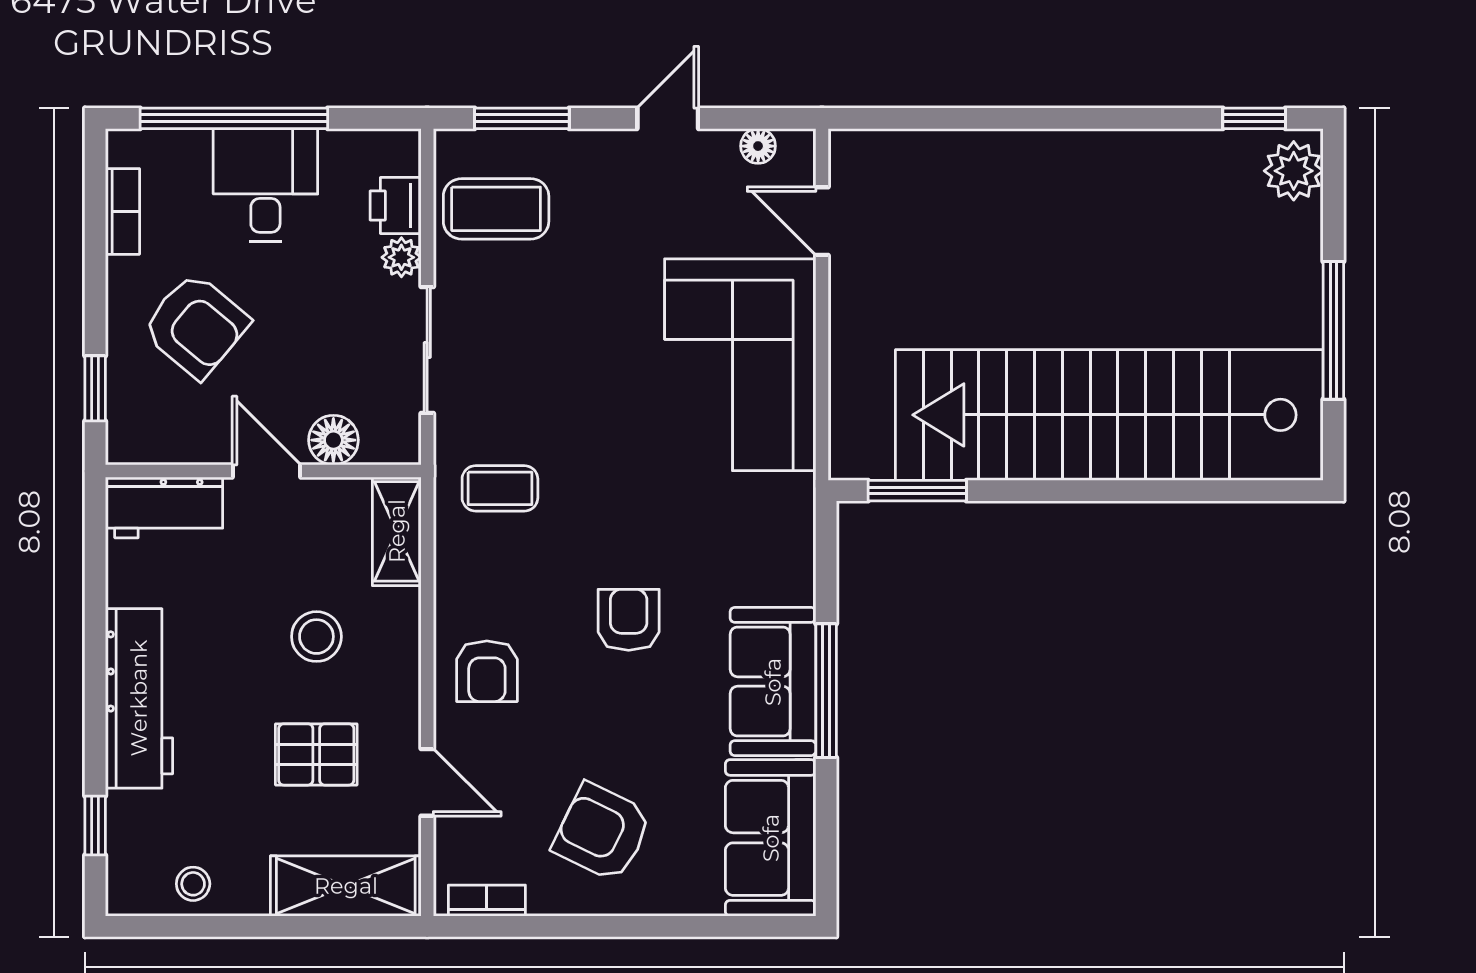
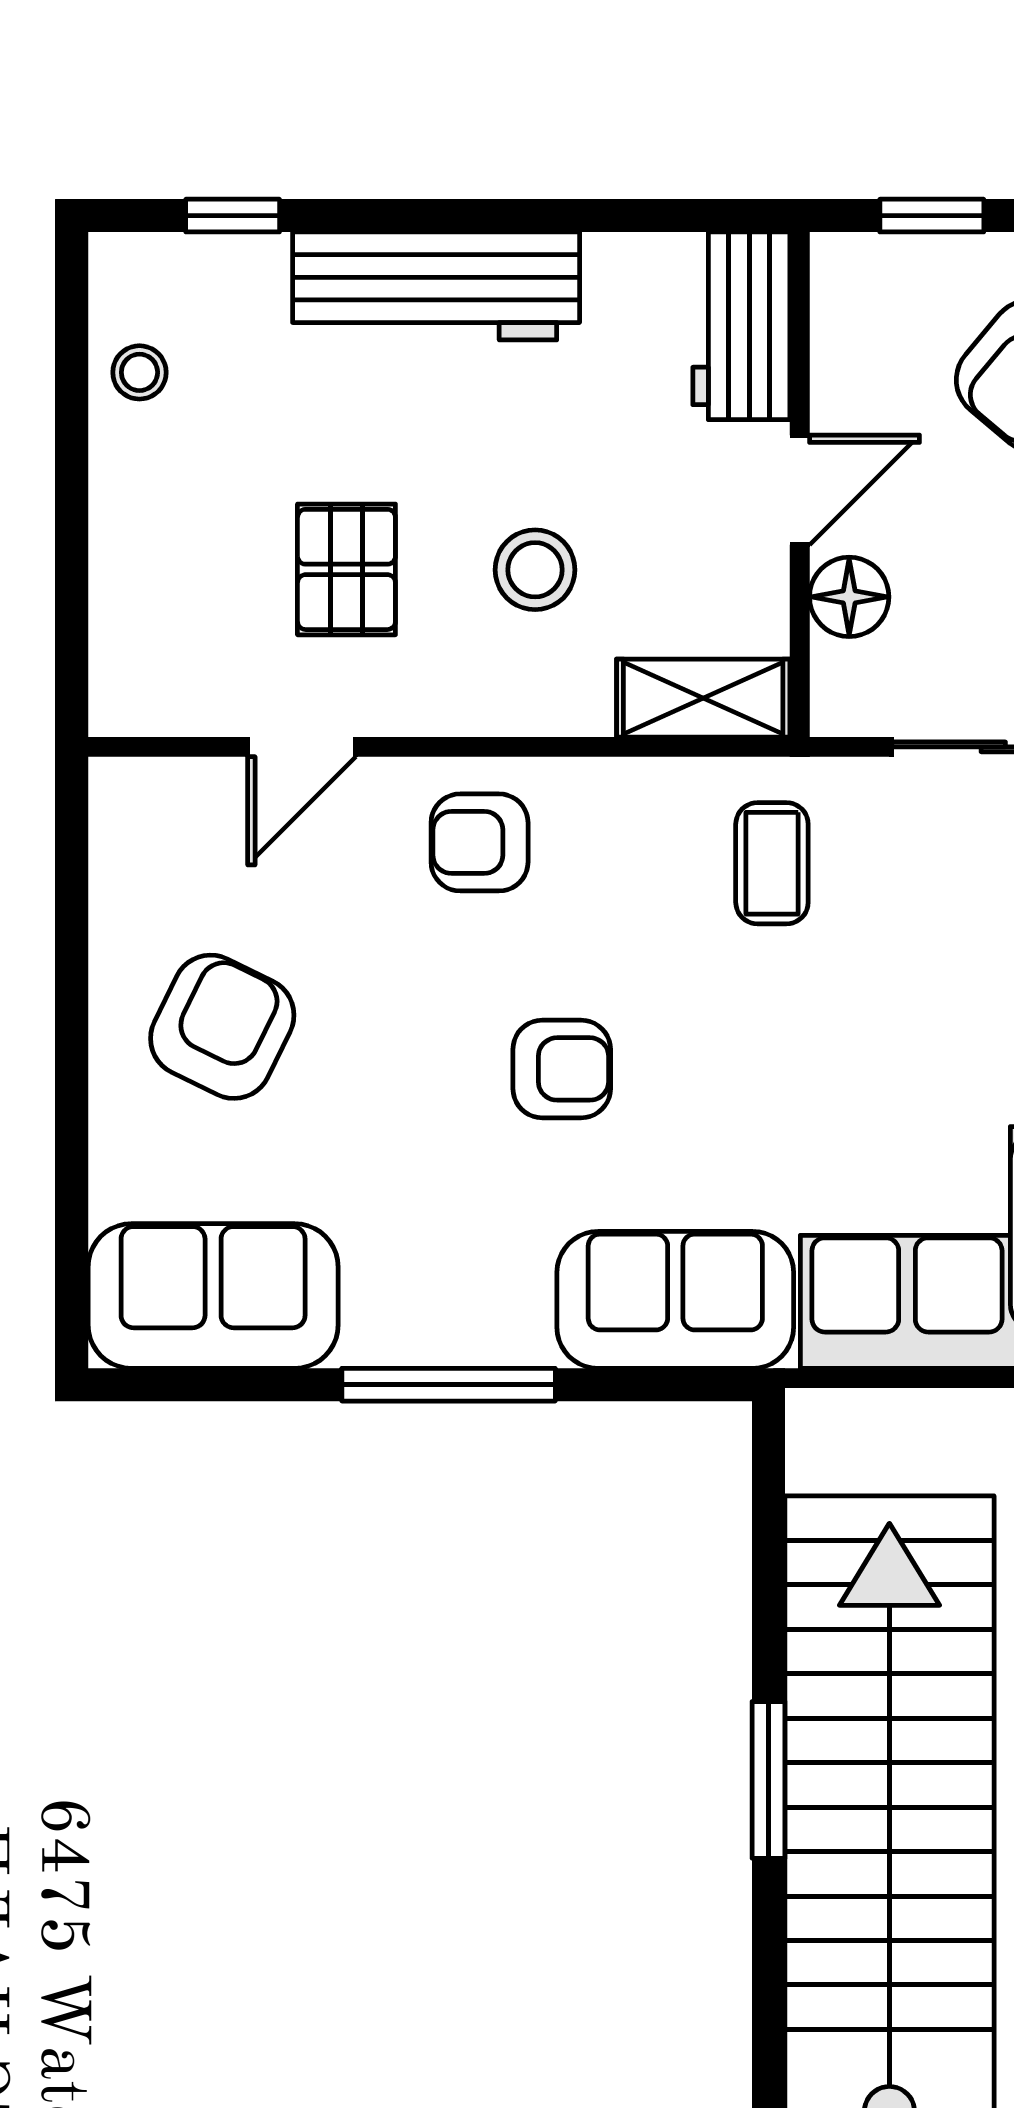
window: (917, 491) -> (769, 1780), moved
sofa: (773, 682) -> (675, 1300), moved
shelving: (346, 886) -> (136, 617), removed
bookcase: (487, 901) -> (113, 842), removed

